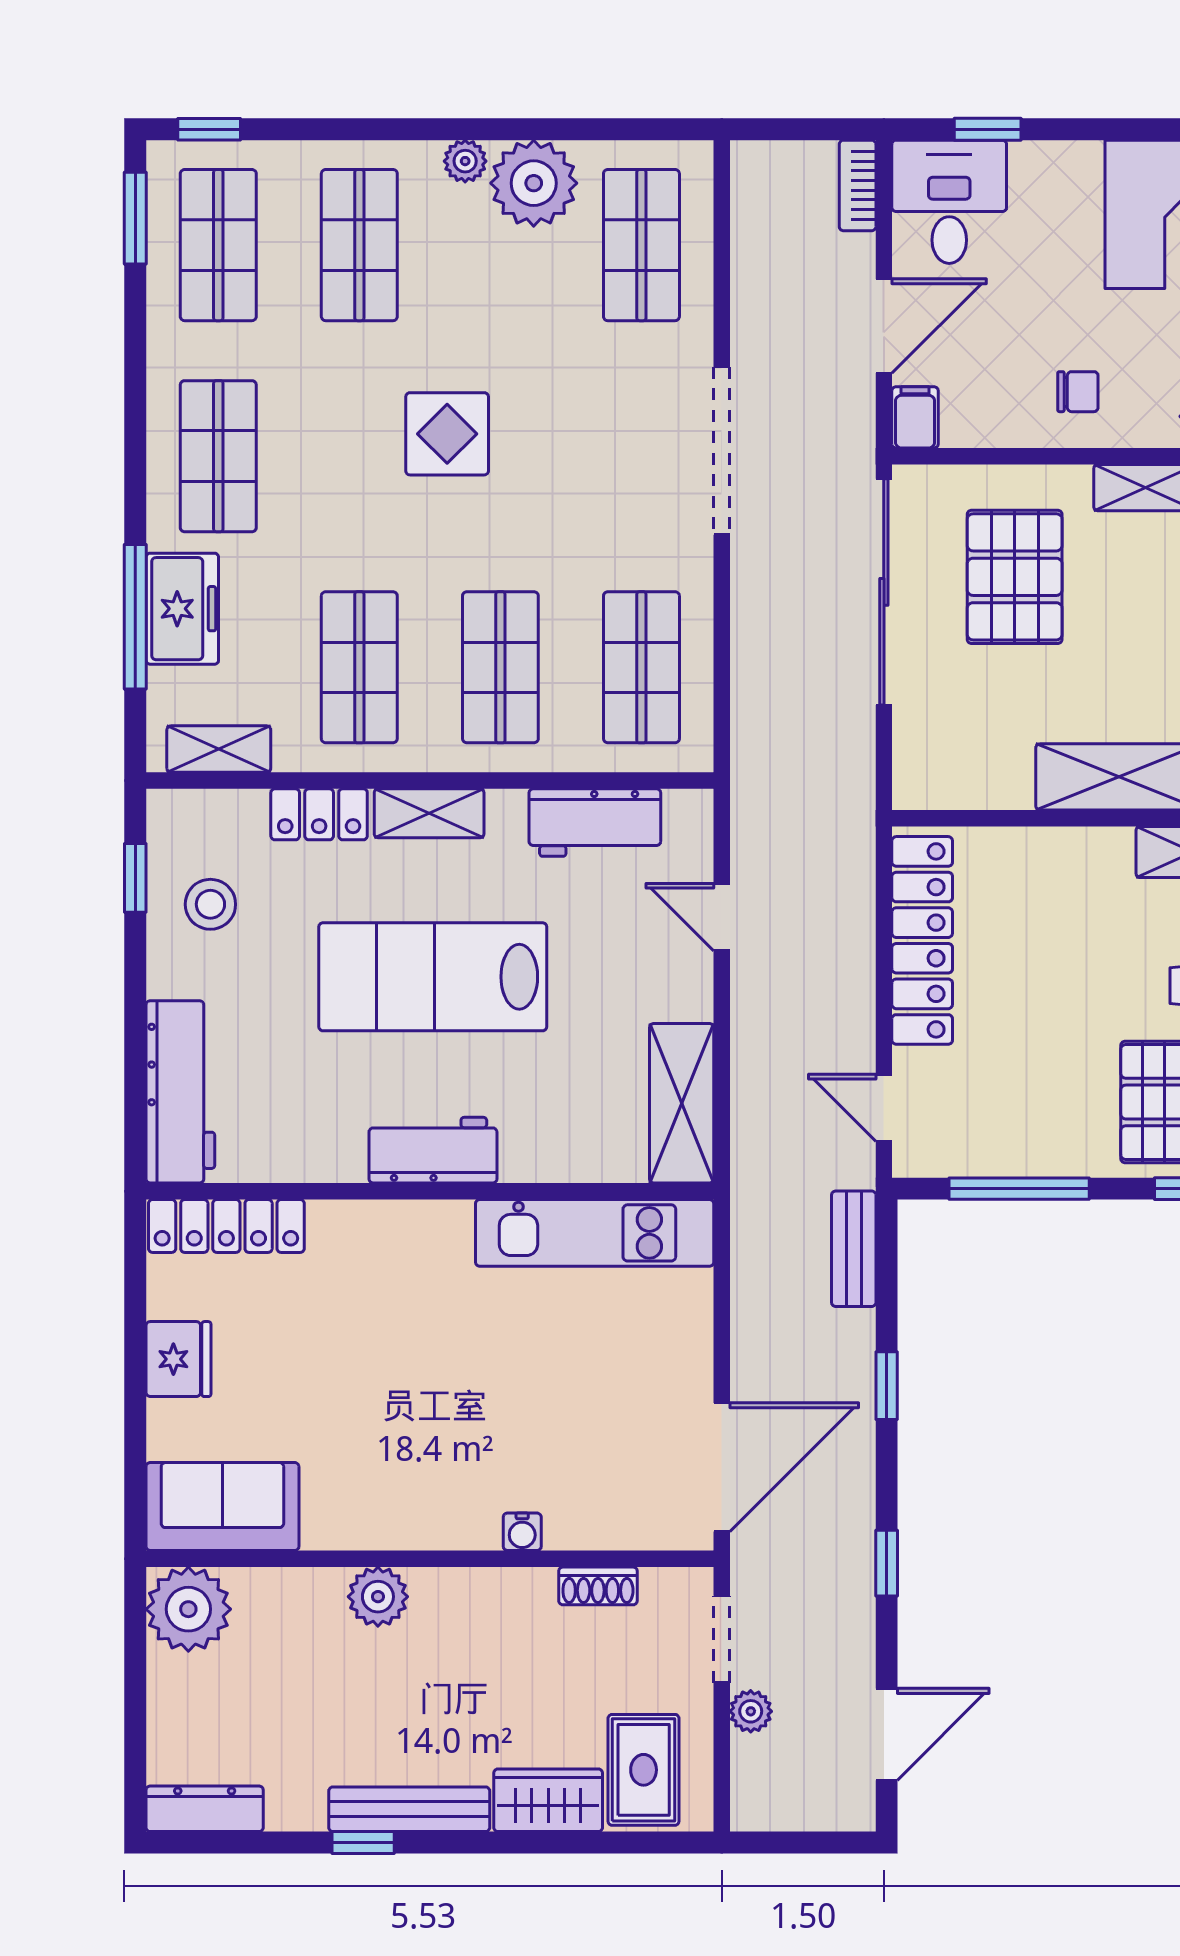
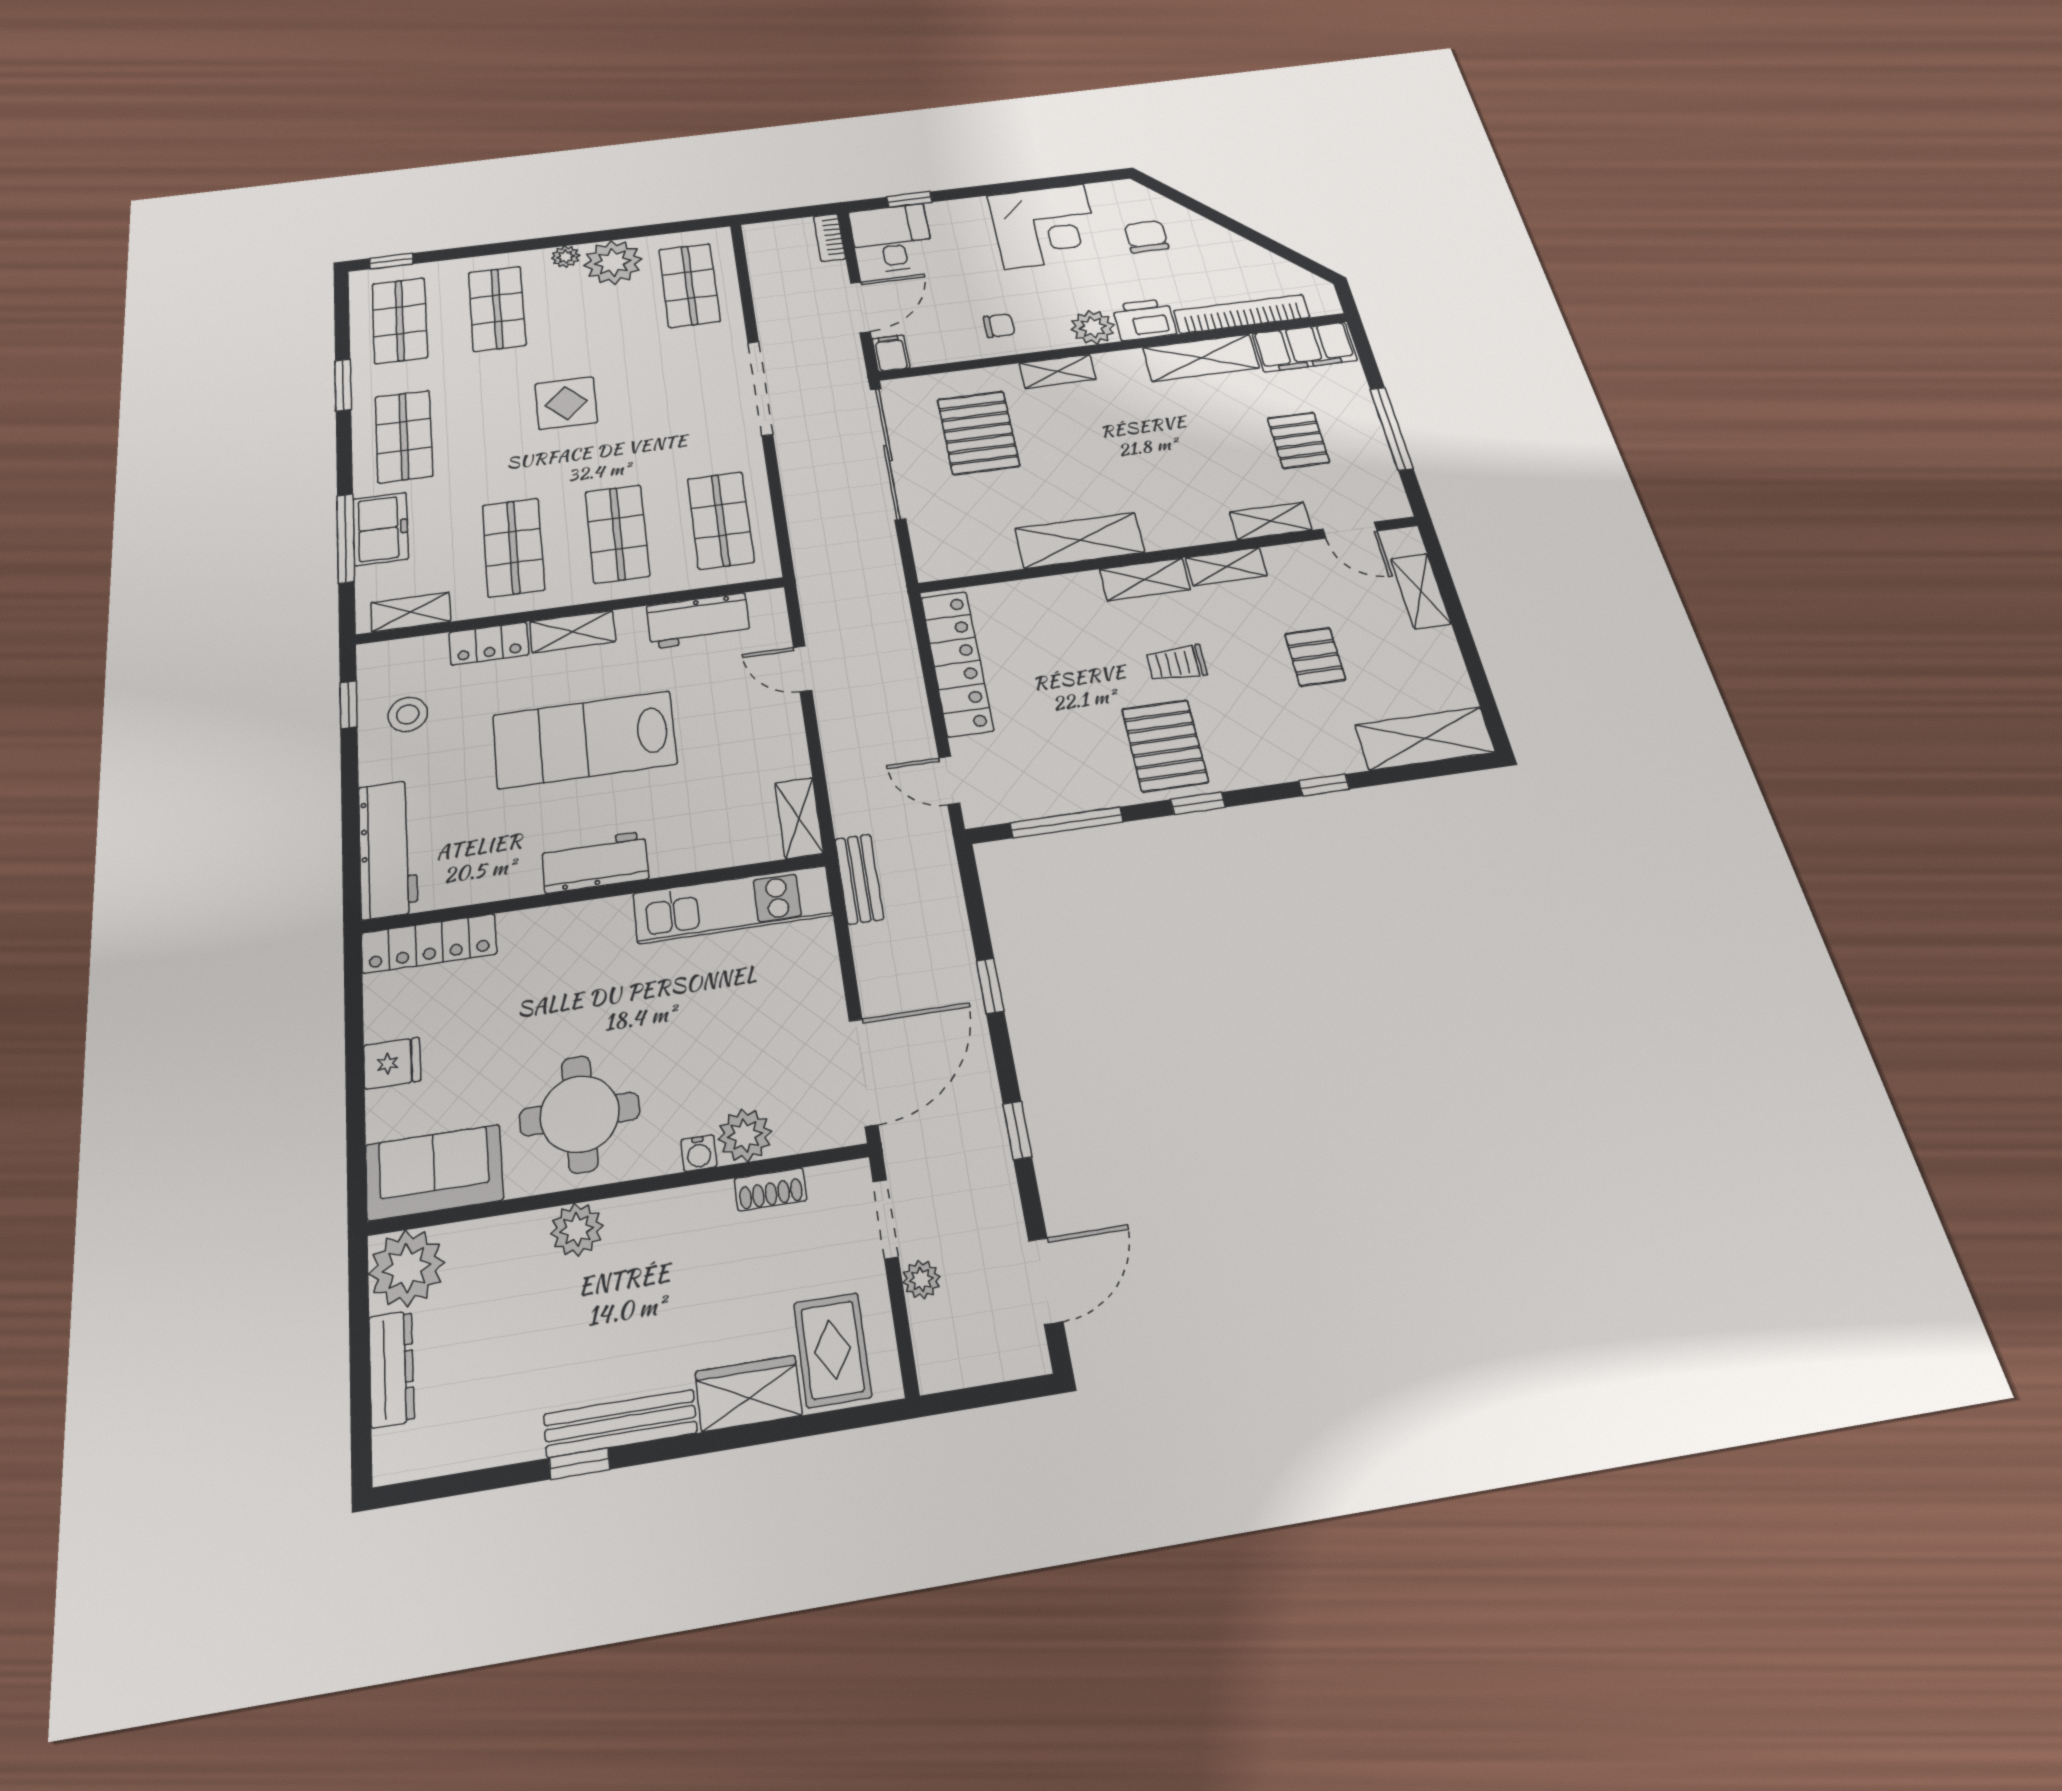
window: (135, 218) -> (343, 385), moved
shelving: (682, 1103) -> (799, 818), width x0.67, depth x0.75
bench: (854, 1249) -> (859, 879), moved
fridge: (178, 1359) -> (392, 1063), width x0.72
round table: (391, 1465) -> (580, 1114), added
plant: (576, 1520) -> (745, 1135), added
dresser: (205, 1809) -> (391, 1369), moved, turned 90

